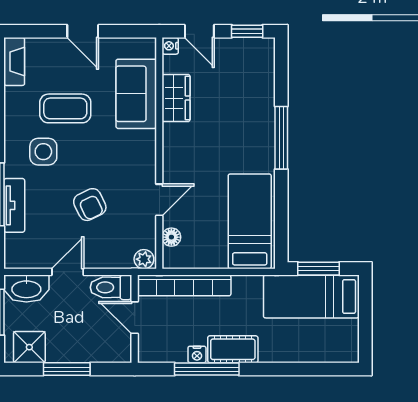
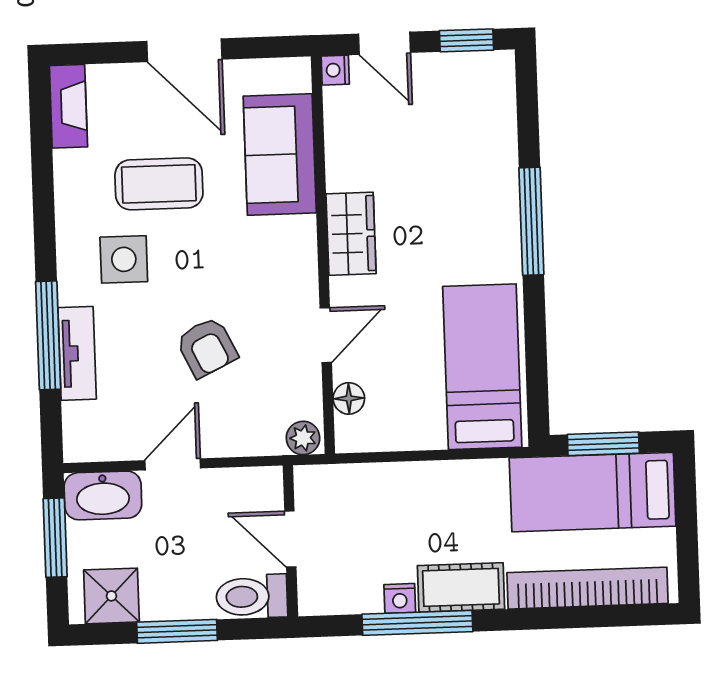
door: (83, 31) -> (184, 50), width x1.38
wardrobe: (176, 98) -> (351, 234), moved
bookcase: (184, 285) -> (588, 588), moved, turned 180
toilet: (111, 287) -> (252, 596), moved

